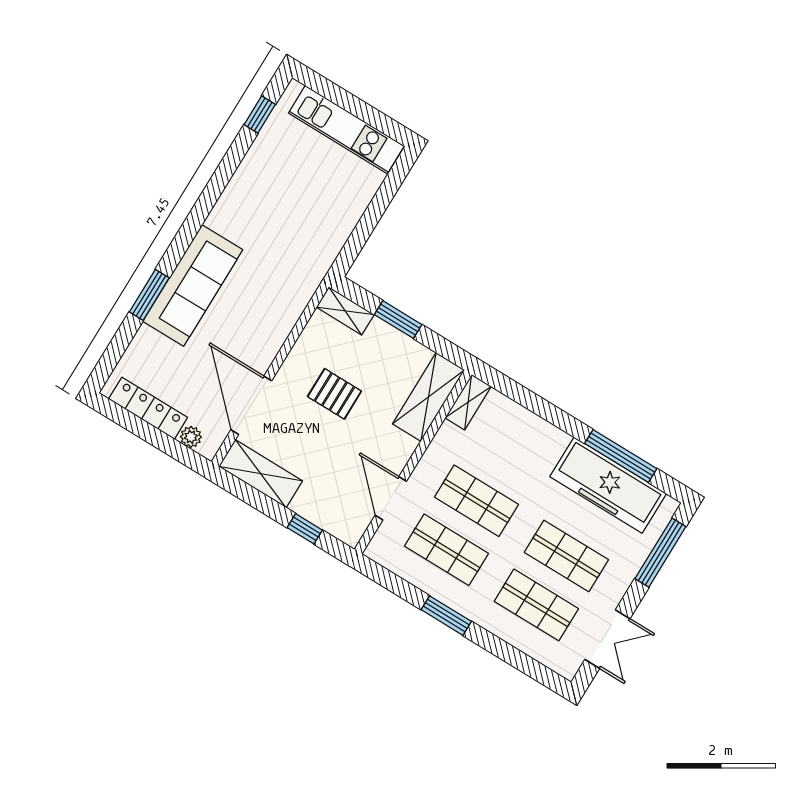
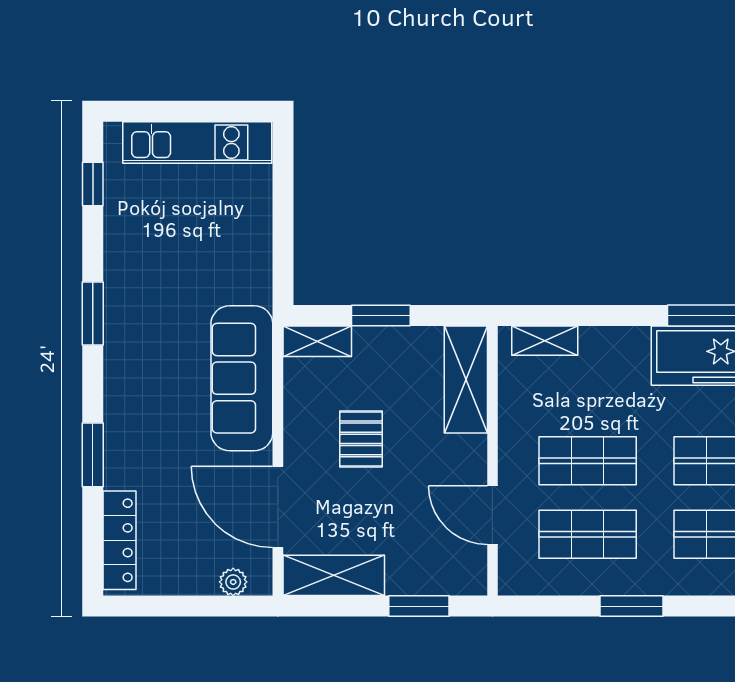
window: (207, 201) -> (93, 313), added
sofa: (193, 285) -> (242, 378), moved, turned 180
pallet: (334, 394) -> (361, 439), turned 90
shelving: (468, 402) -> (545, 341), moved, turned 90
locker: (148, 408) -> (120, 540), moved, turned 90
window: (305, 529) -> (419, 606), width x1.50

